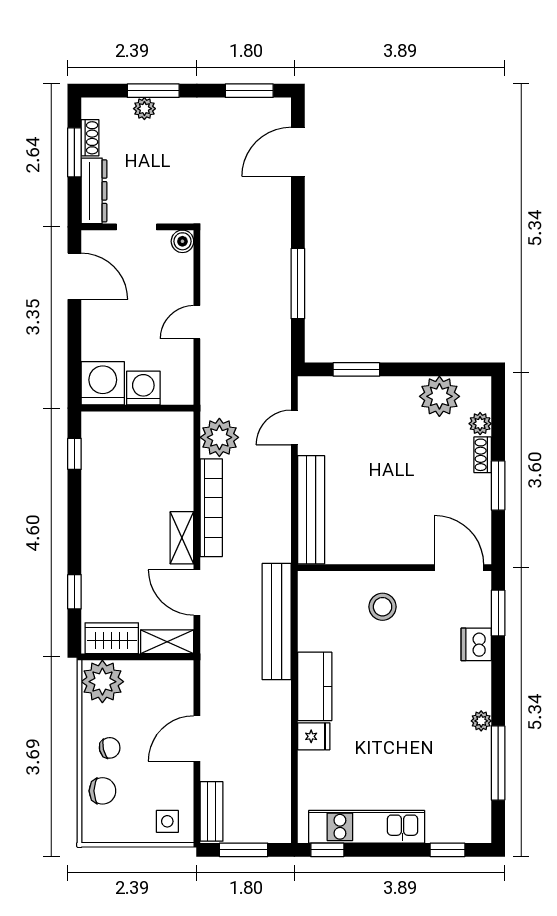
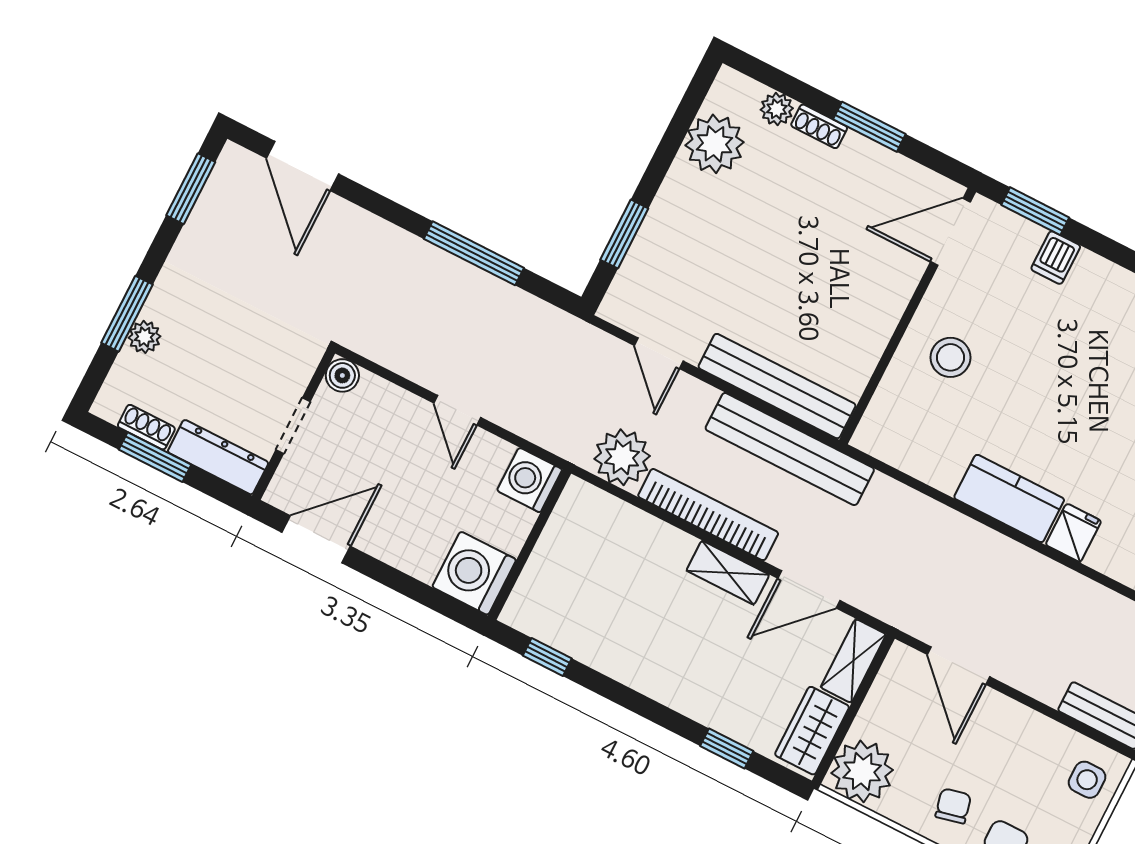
washing machine: (143, 388) -> (530, 480), moved
bench: (277, 622) -> (790, 449), moved
dishwasher: (476, 644) -> (1056, 258), width x0.73
door: (197, 738) -> (958, 666), moved

